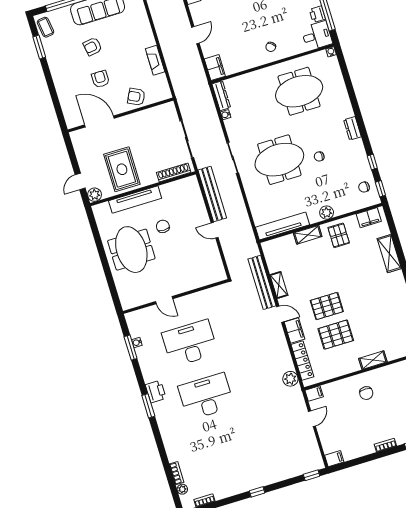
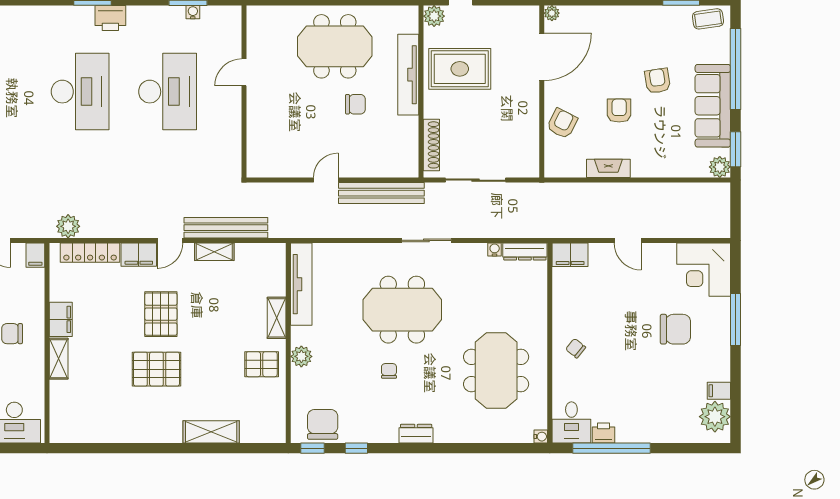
armchair: (100, 79) -> (619, 111), moved, turned -90
plant: (71, 123) -> (552, 13), added
meeting table: (279, 160) -> (402, 310), turned 90
chair: (364, 187) -> (323, 424), width x1.87, depth x1.87
filing cabinet: (369, 218) -> (61, 319), moved, turned 180
pallet: (336, 335) -> (156, 369), moved, turned 90

